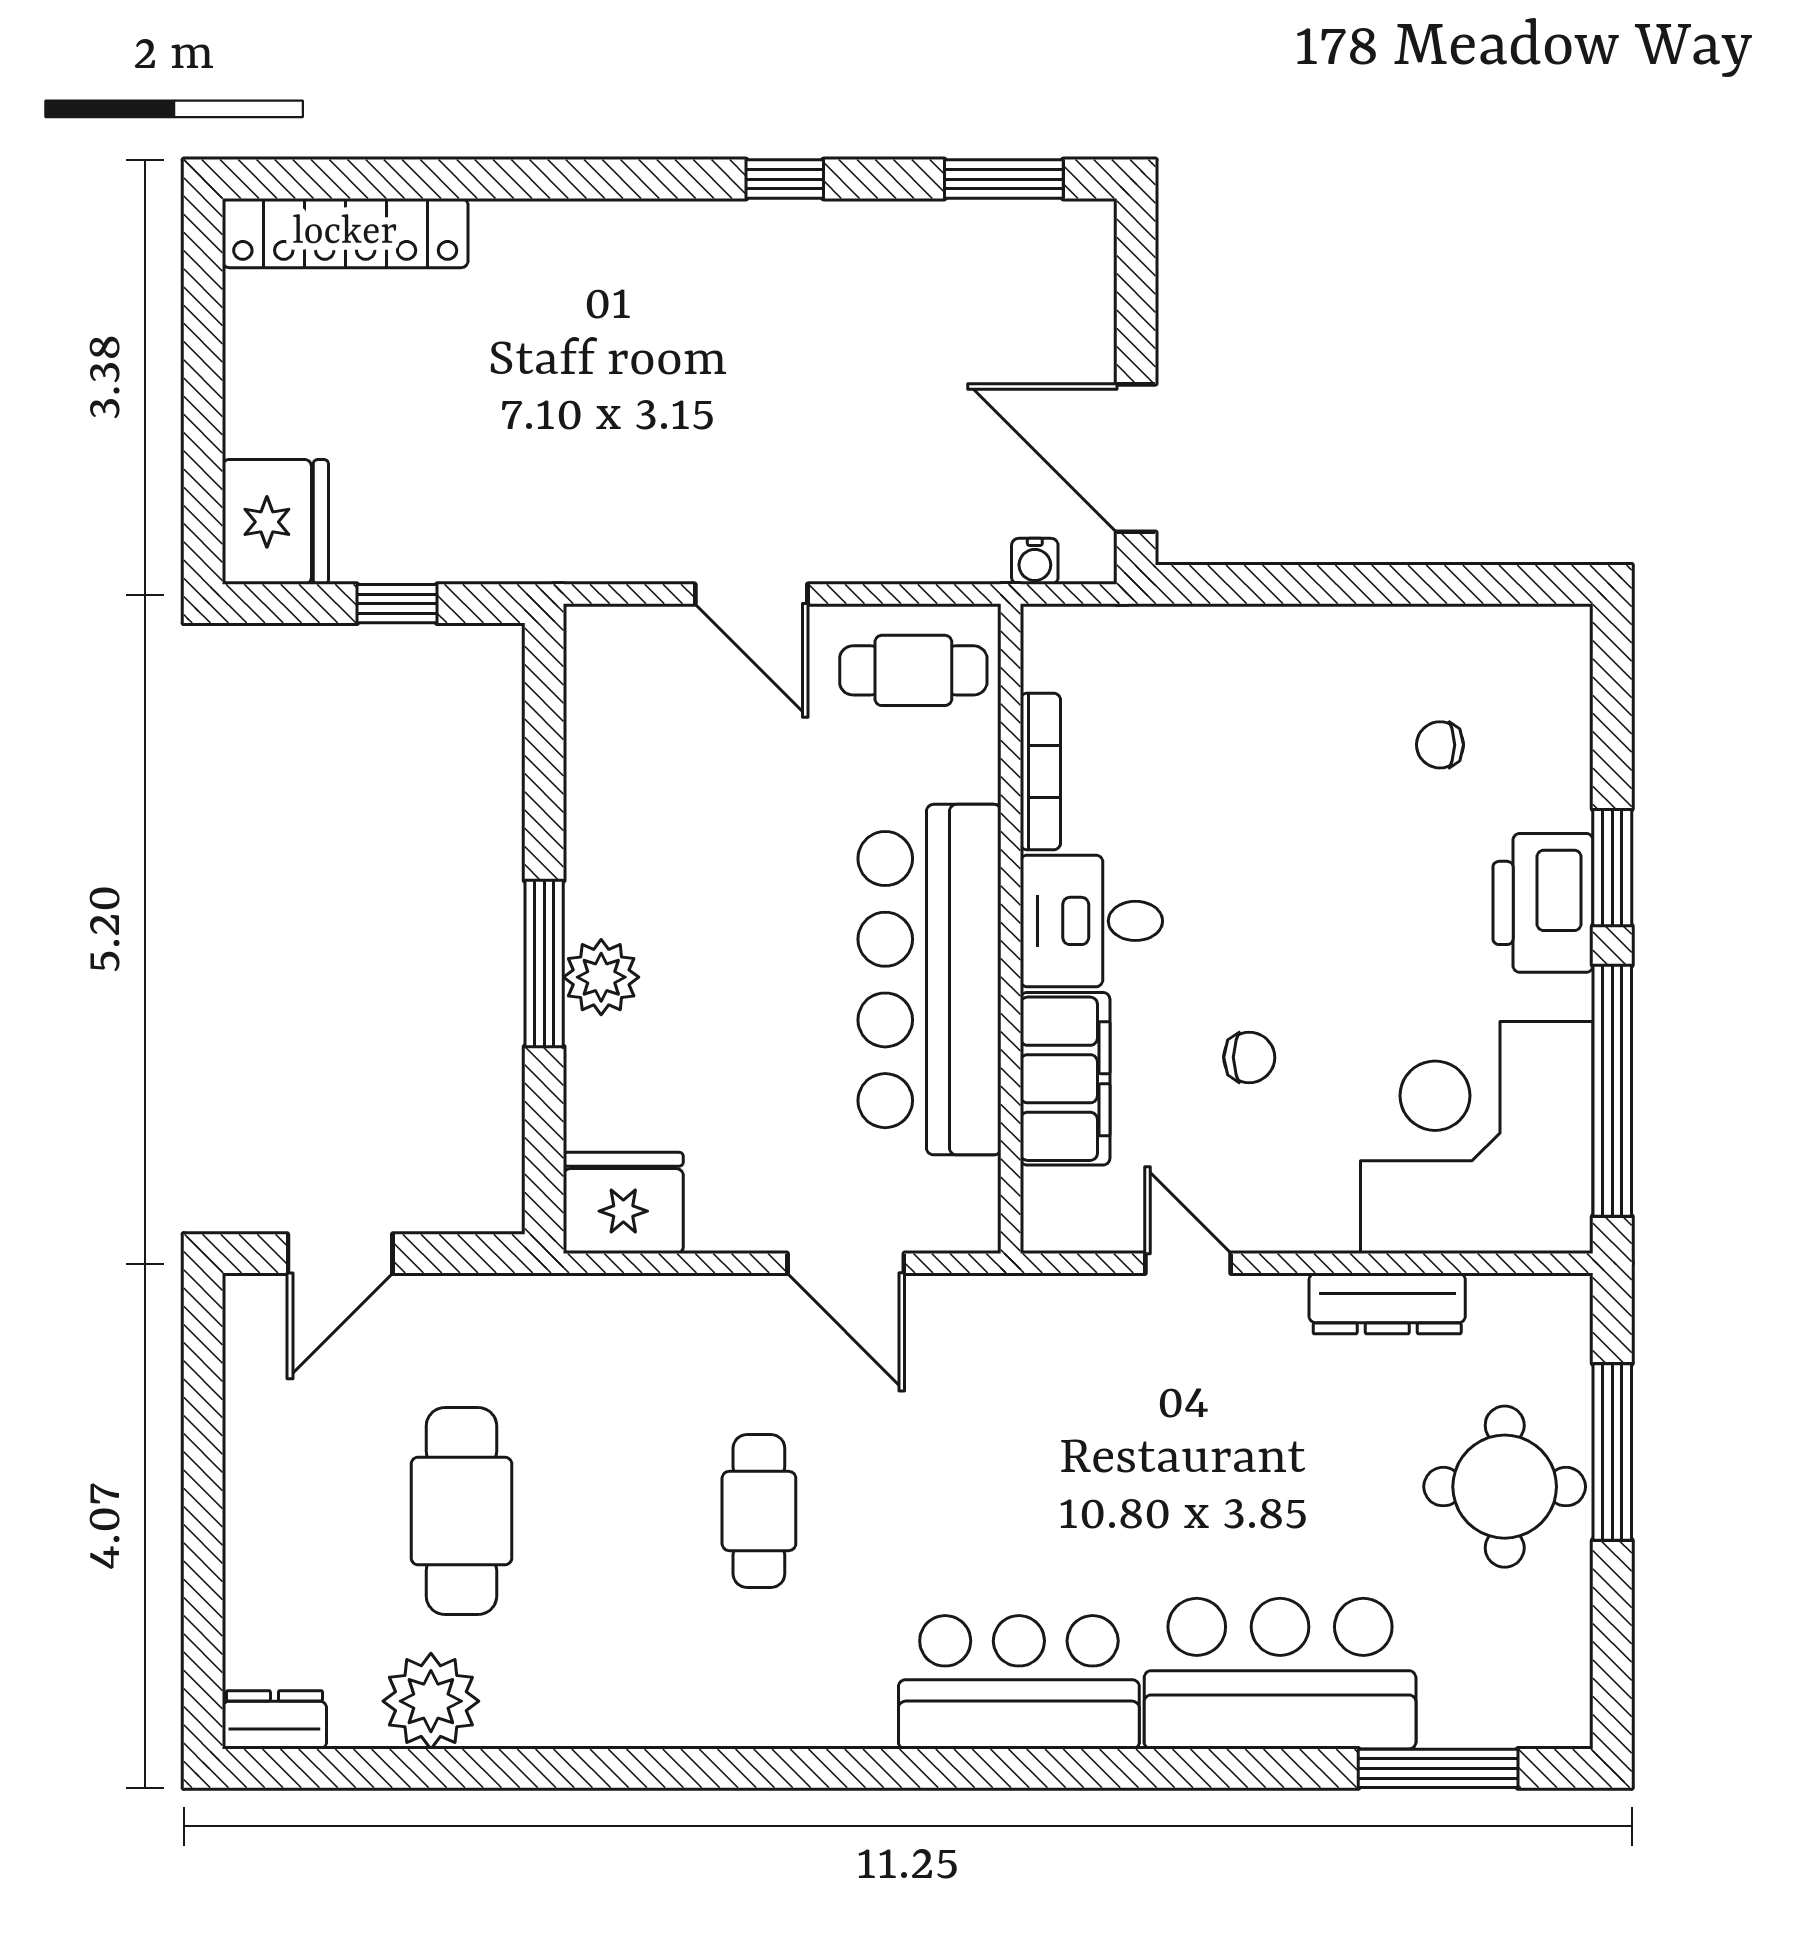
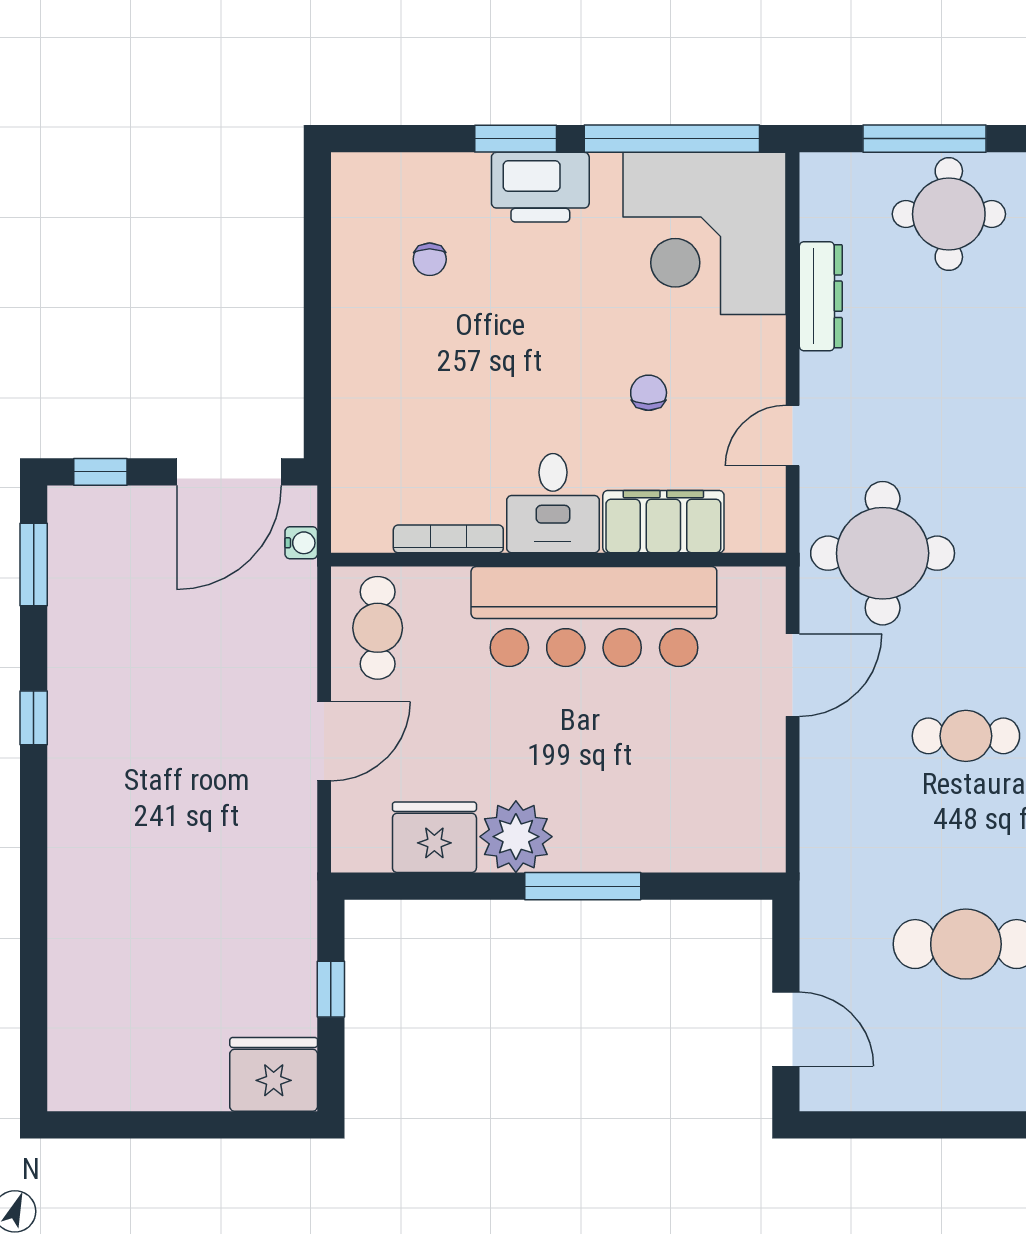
locker: (345, 233) -> (72, 1025), removed
window: (1136, 274) -> (100, 472), added
plant: (601, 977) -> (516, 837), moved, width x1.36, depth x1.36
fridge: (623, 1203) -> (434, 837), moved, turned 90
round table: (1020, 1392) -> (883, 553), added

